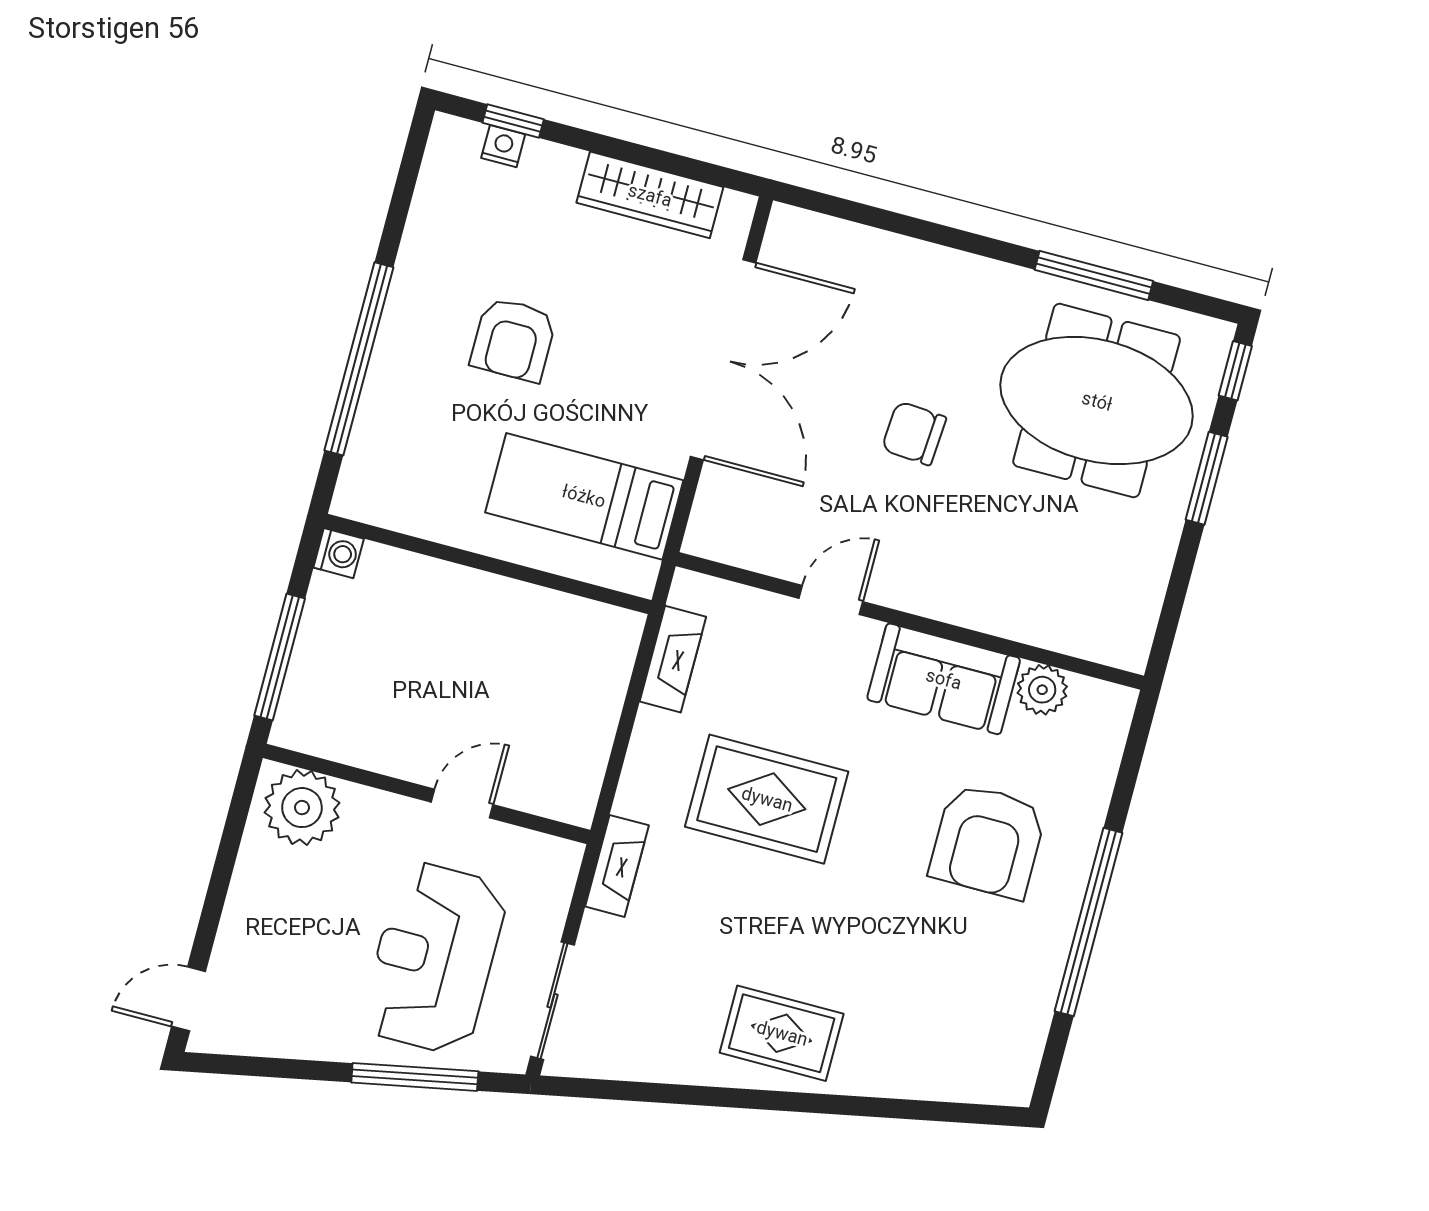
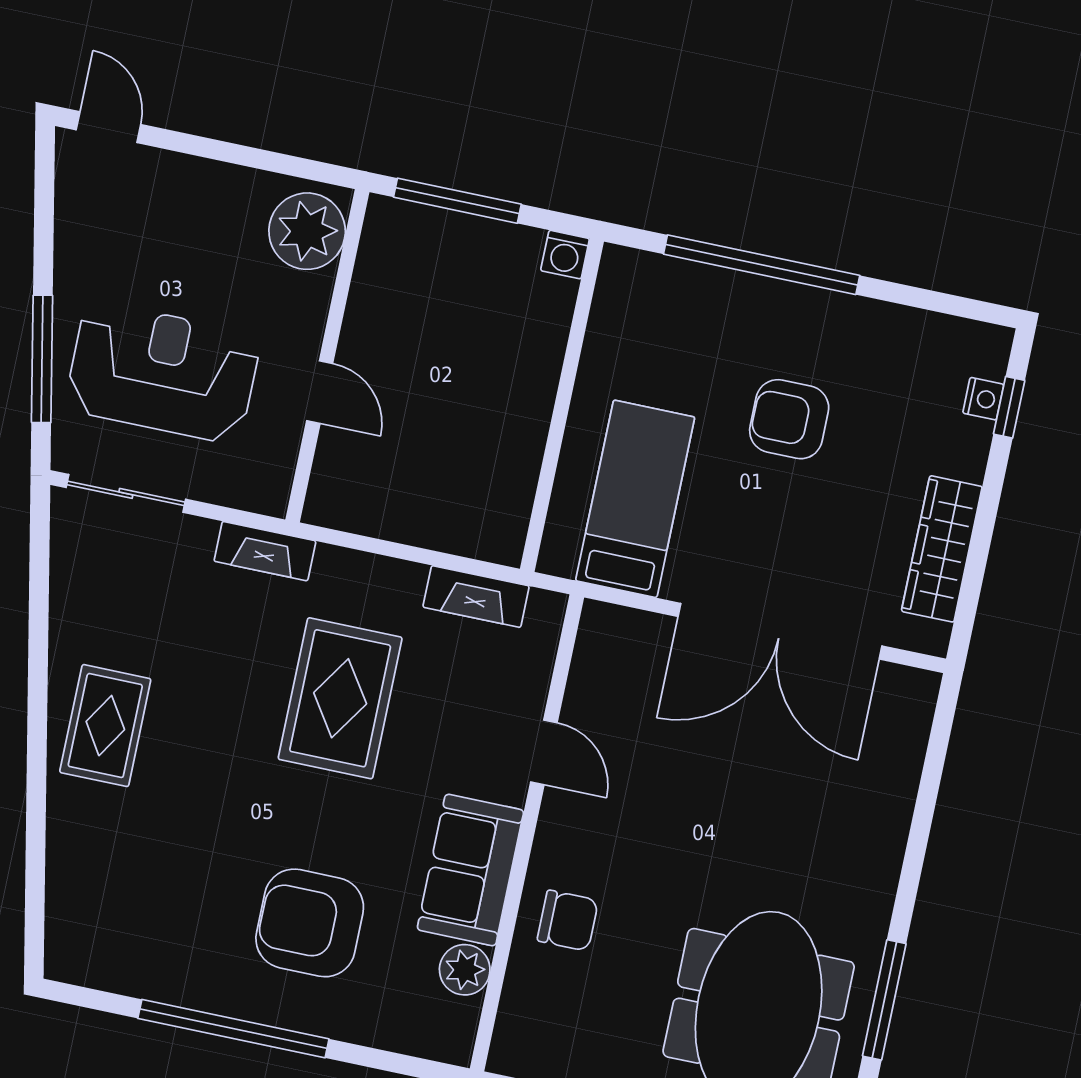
chair: (914, 433) -> (568, 921), moved, turned 86

